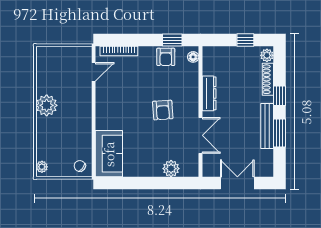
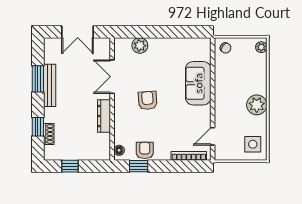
plant: (267, 55) -> (50, 152), removed
side table: (51, 63) -> (253, 144), added
shoe rack: (268, 79) -> (49, 134), width x0.70
window: (280, 96) -> (38, 127), moved
sofa: (109, 154) -> (198, 83), moved

